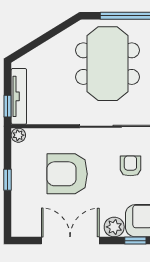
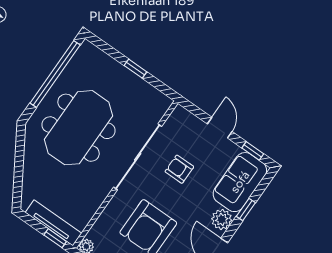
meeting table: (108, 64) -> (79, 128), turned 90

